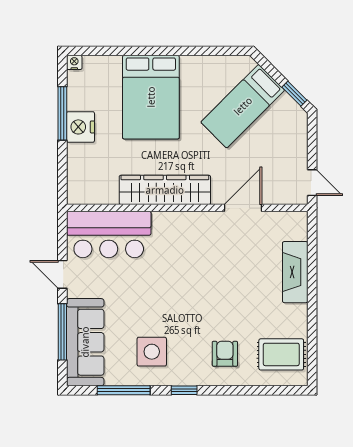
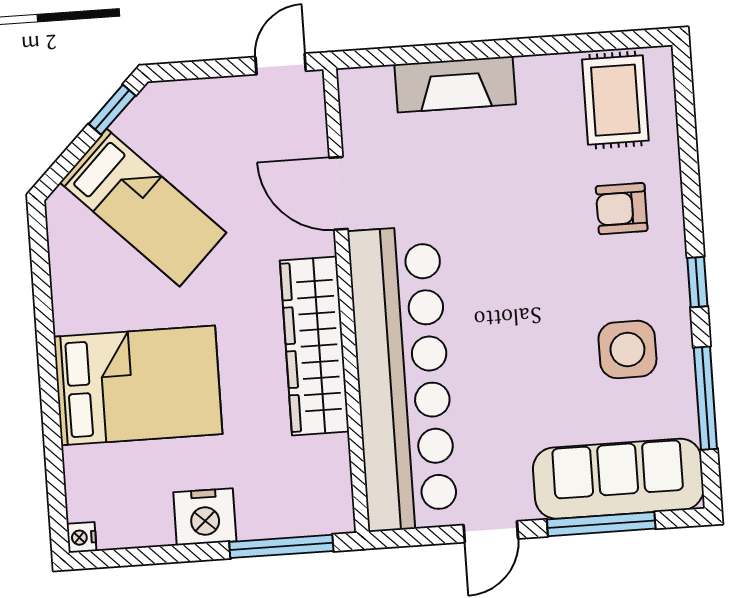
window: (62, 113) -> (281, 546), moved
bar counter: (109, 234) -> (403, 378), width x1.86

